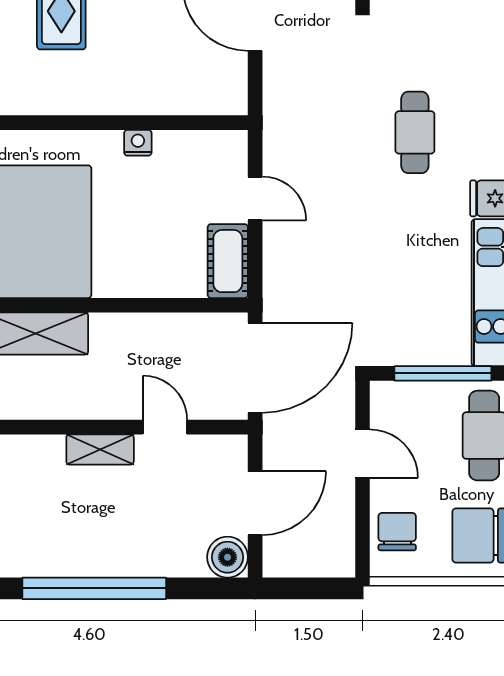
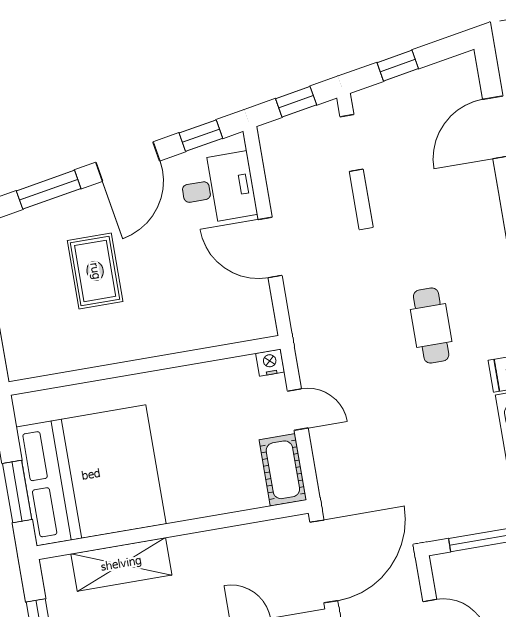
nightstand: (138, 143) -> (270, 363), moved

